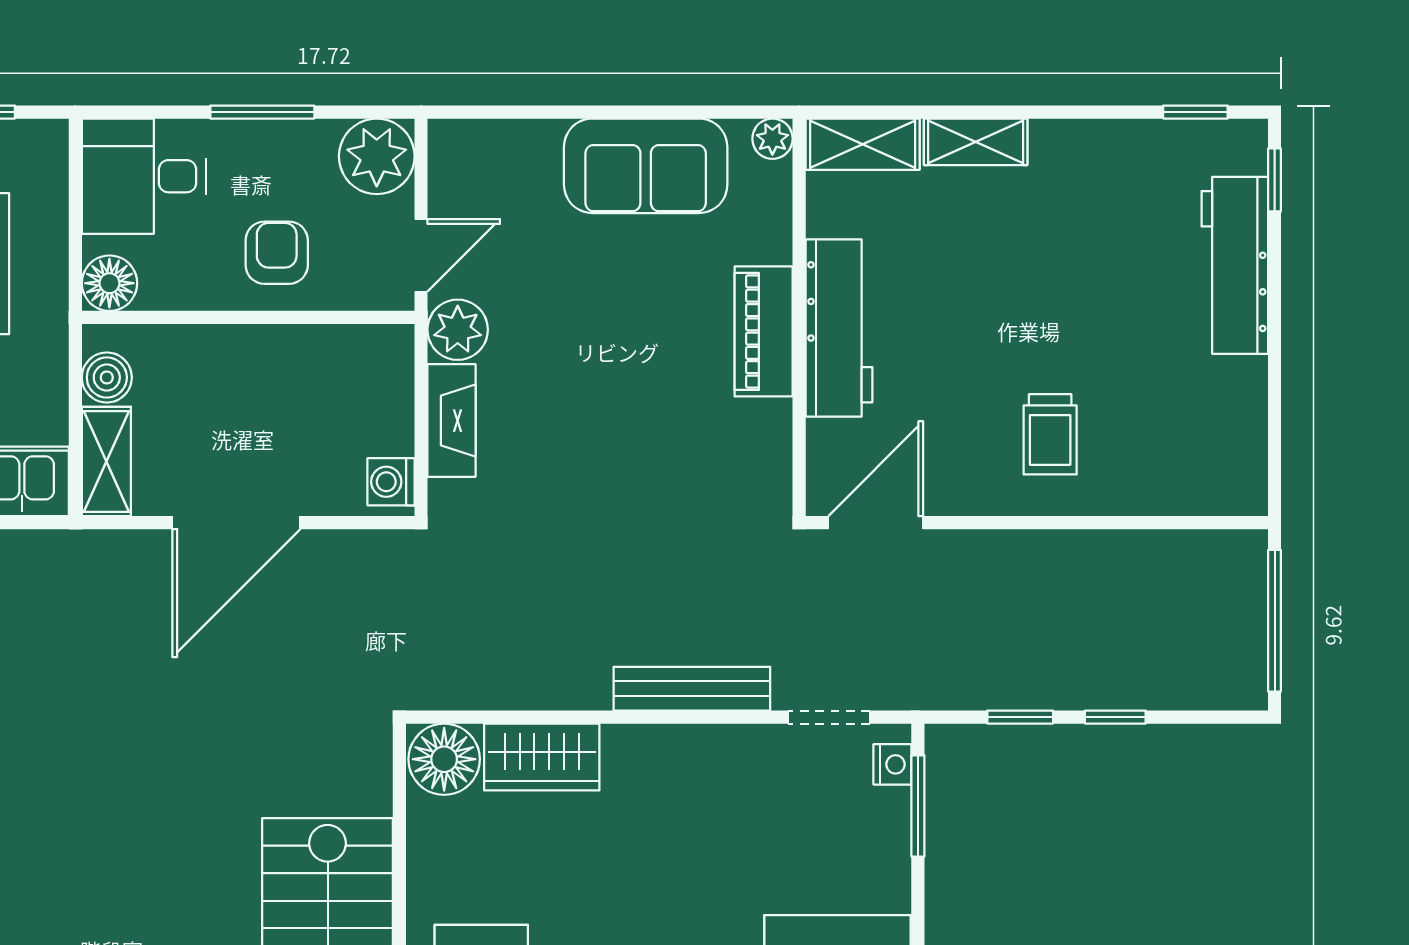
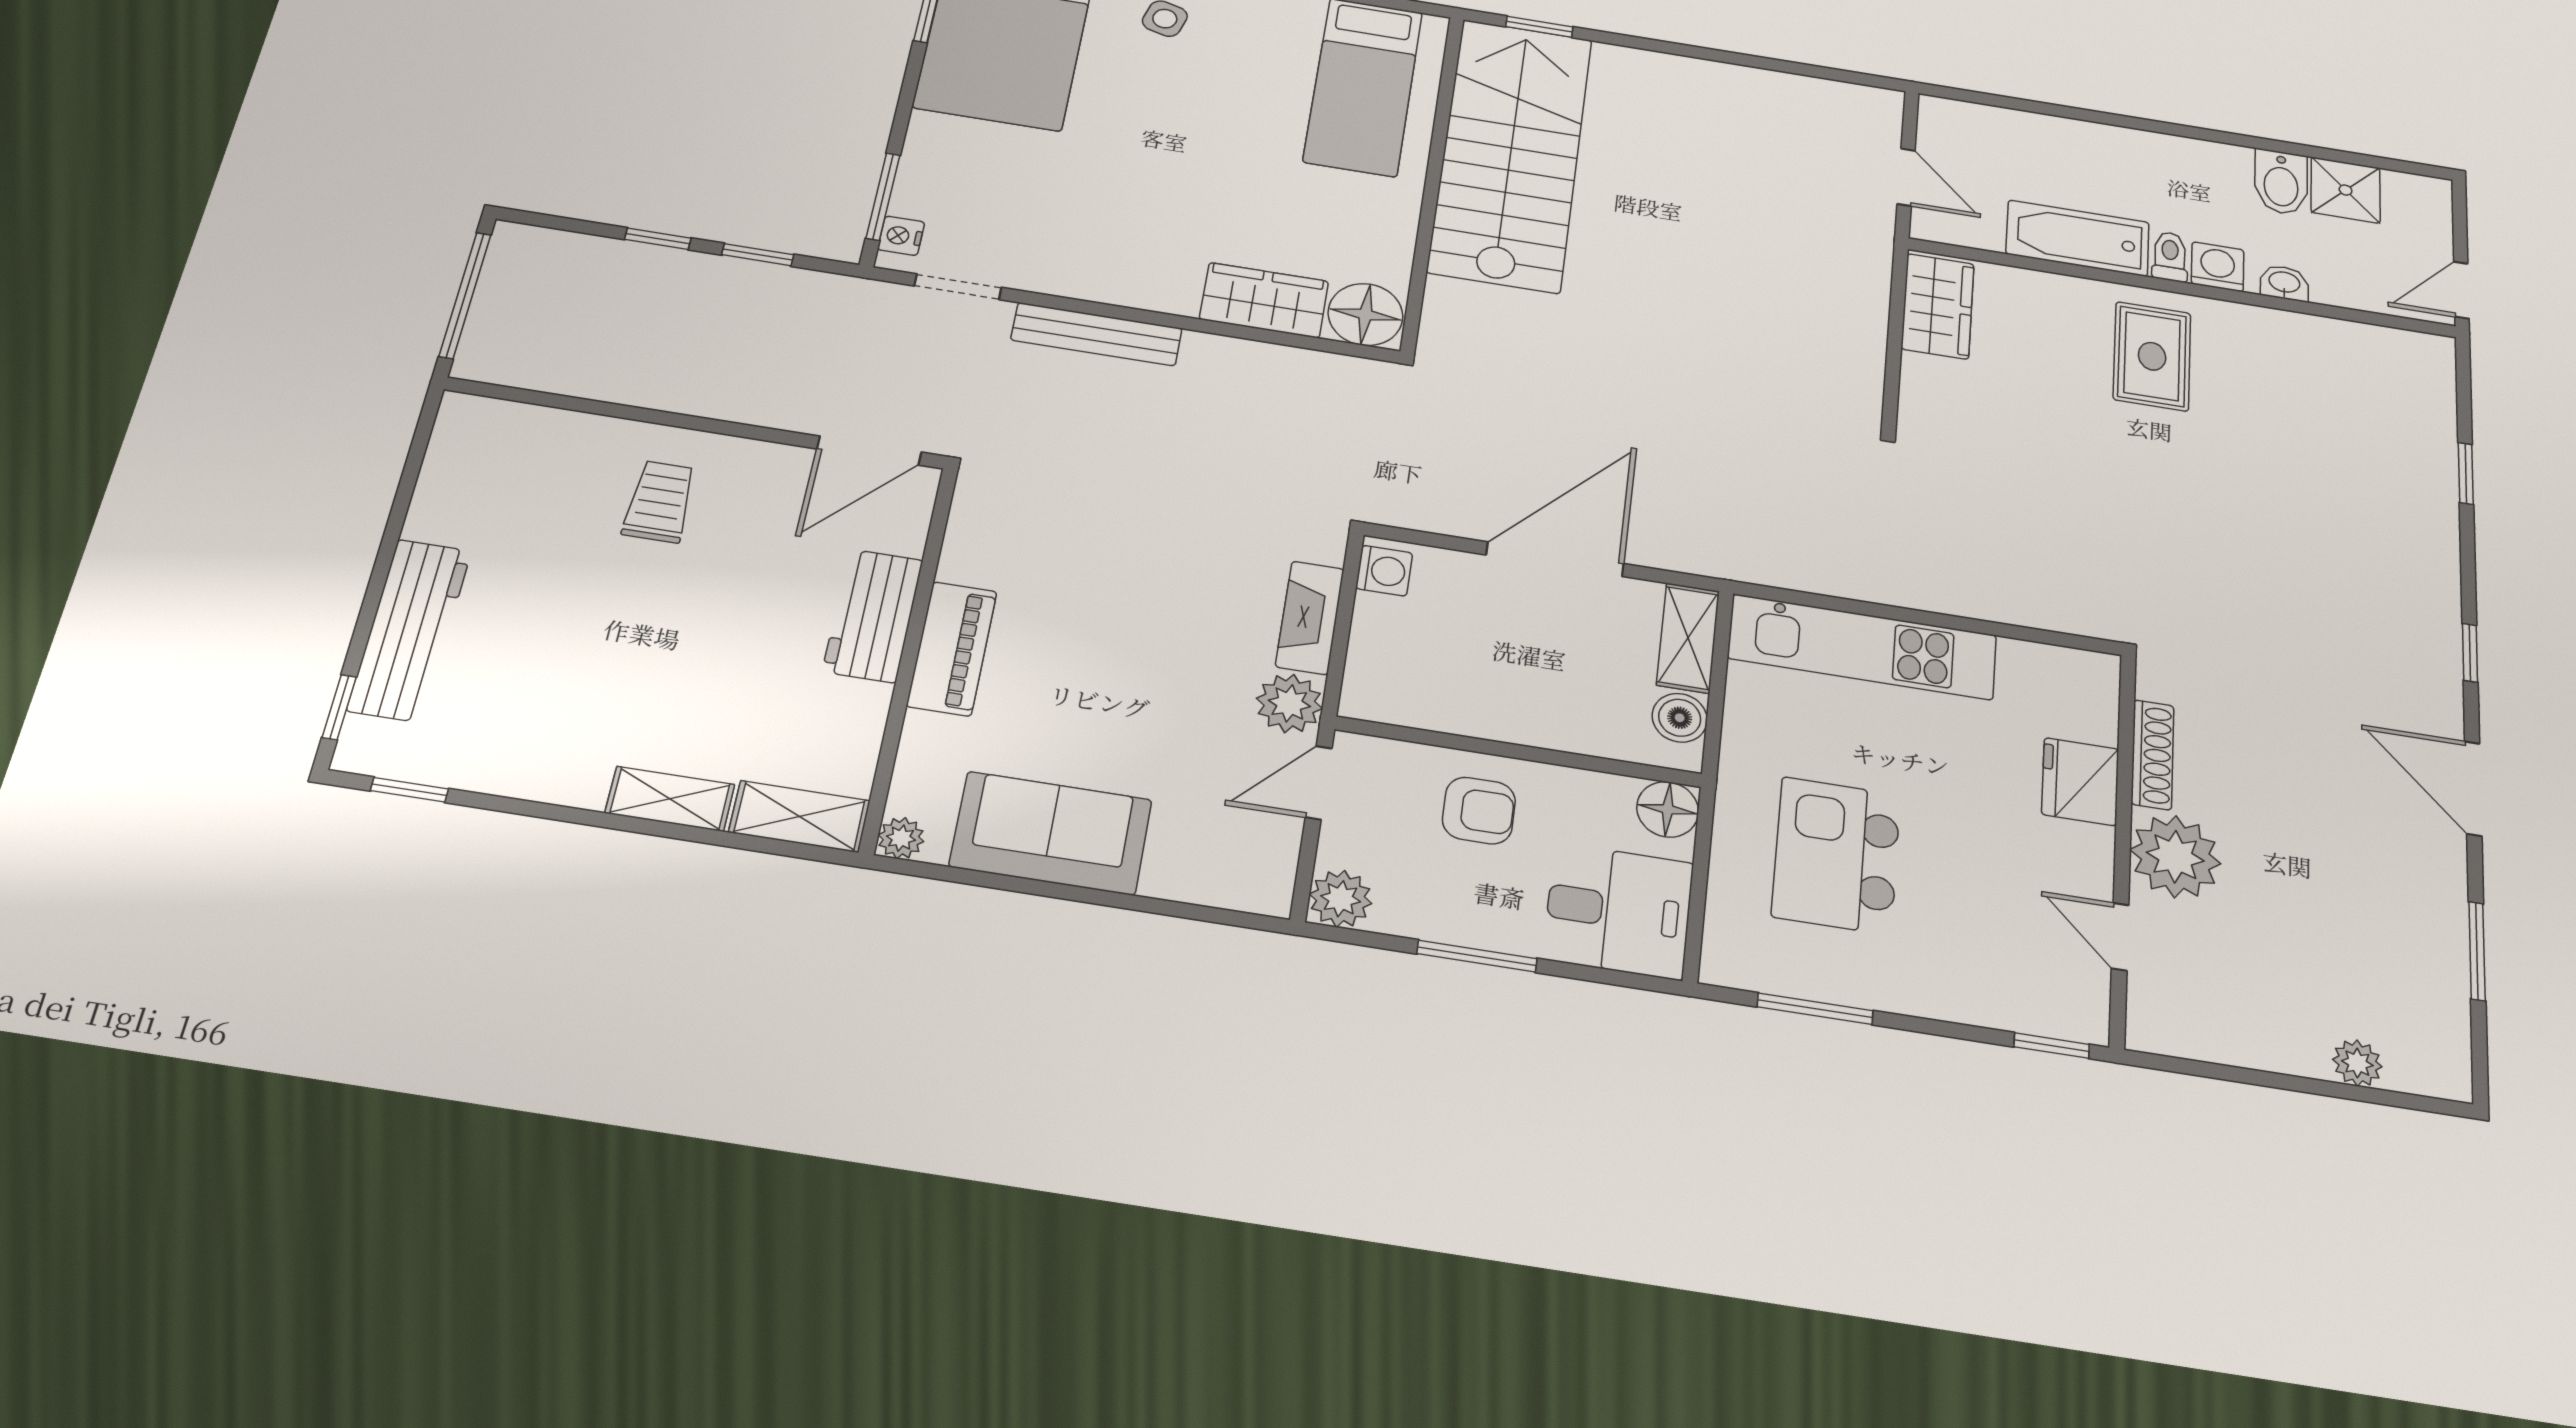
plant: (377, 156) -> (1341, 899), width x0.73, depth x0.73
armchair: (277, 253) -> (1479, 811), turned -90
workbench: (839, 328) -> (873, 616), width x0.73

